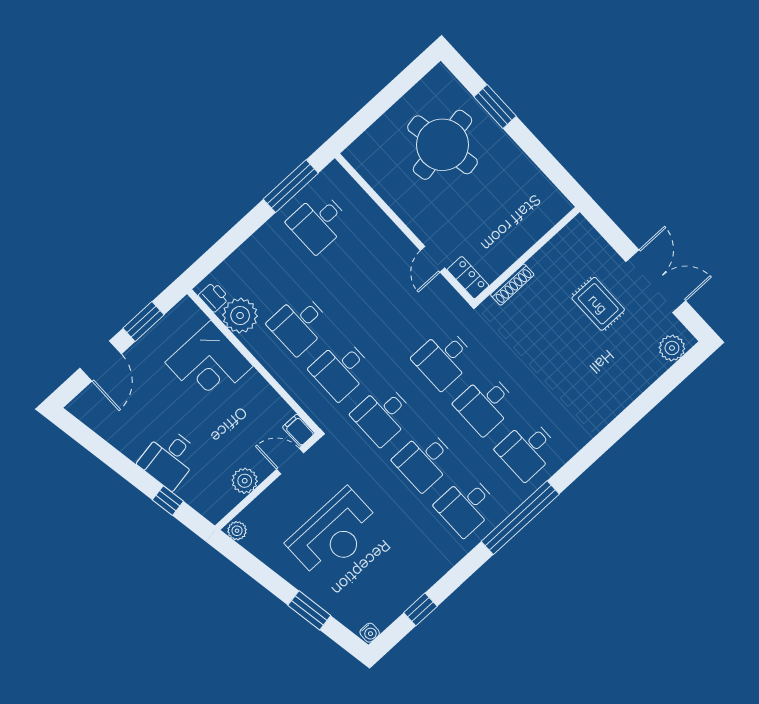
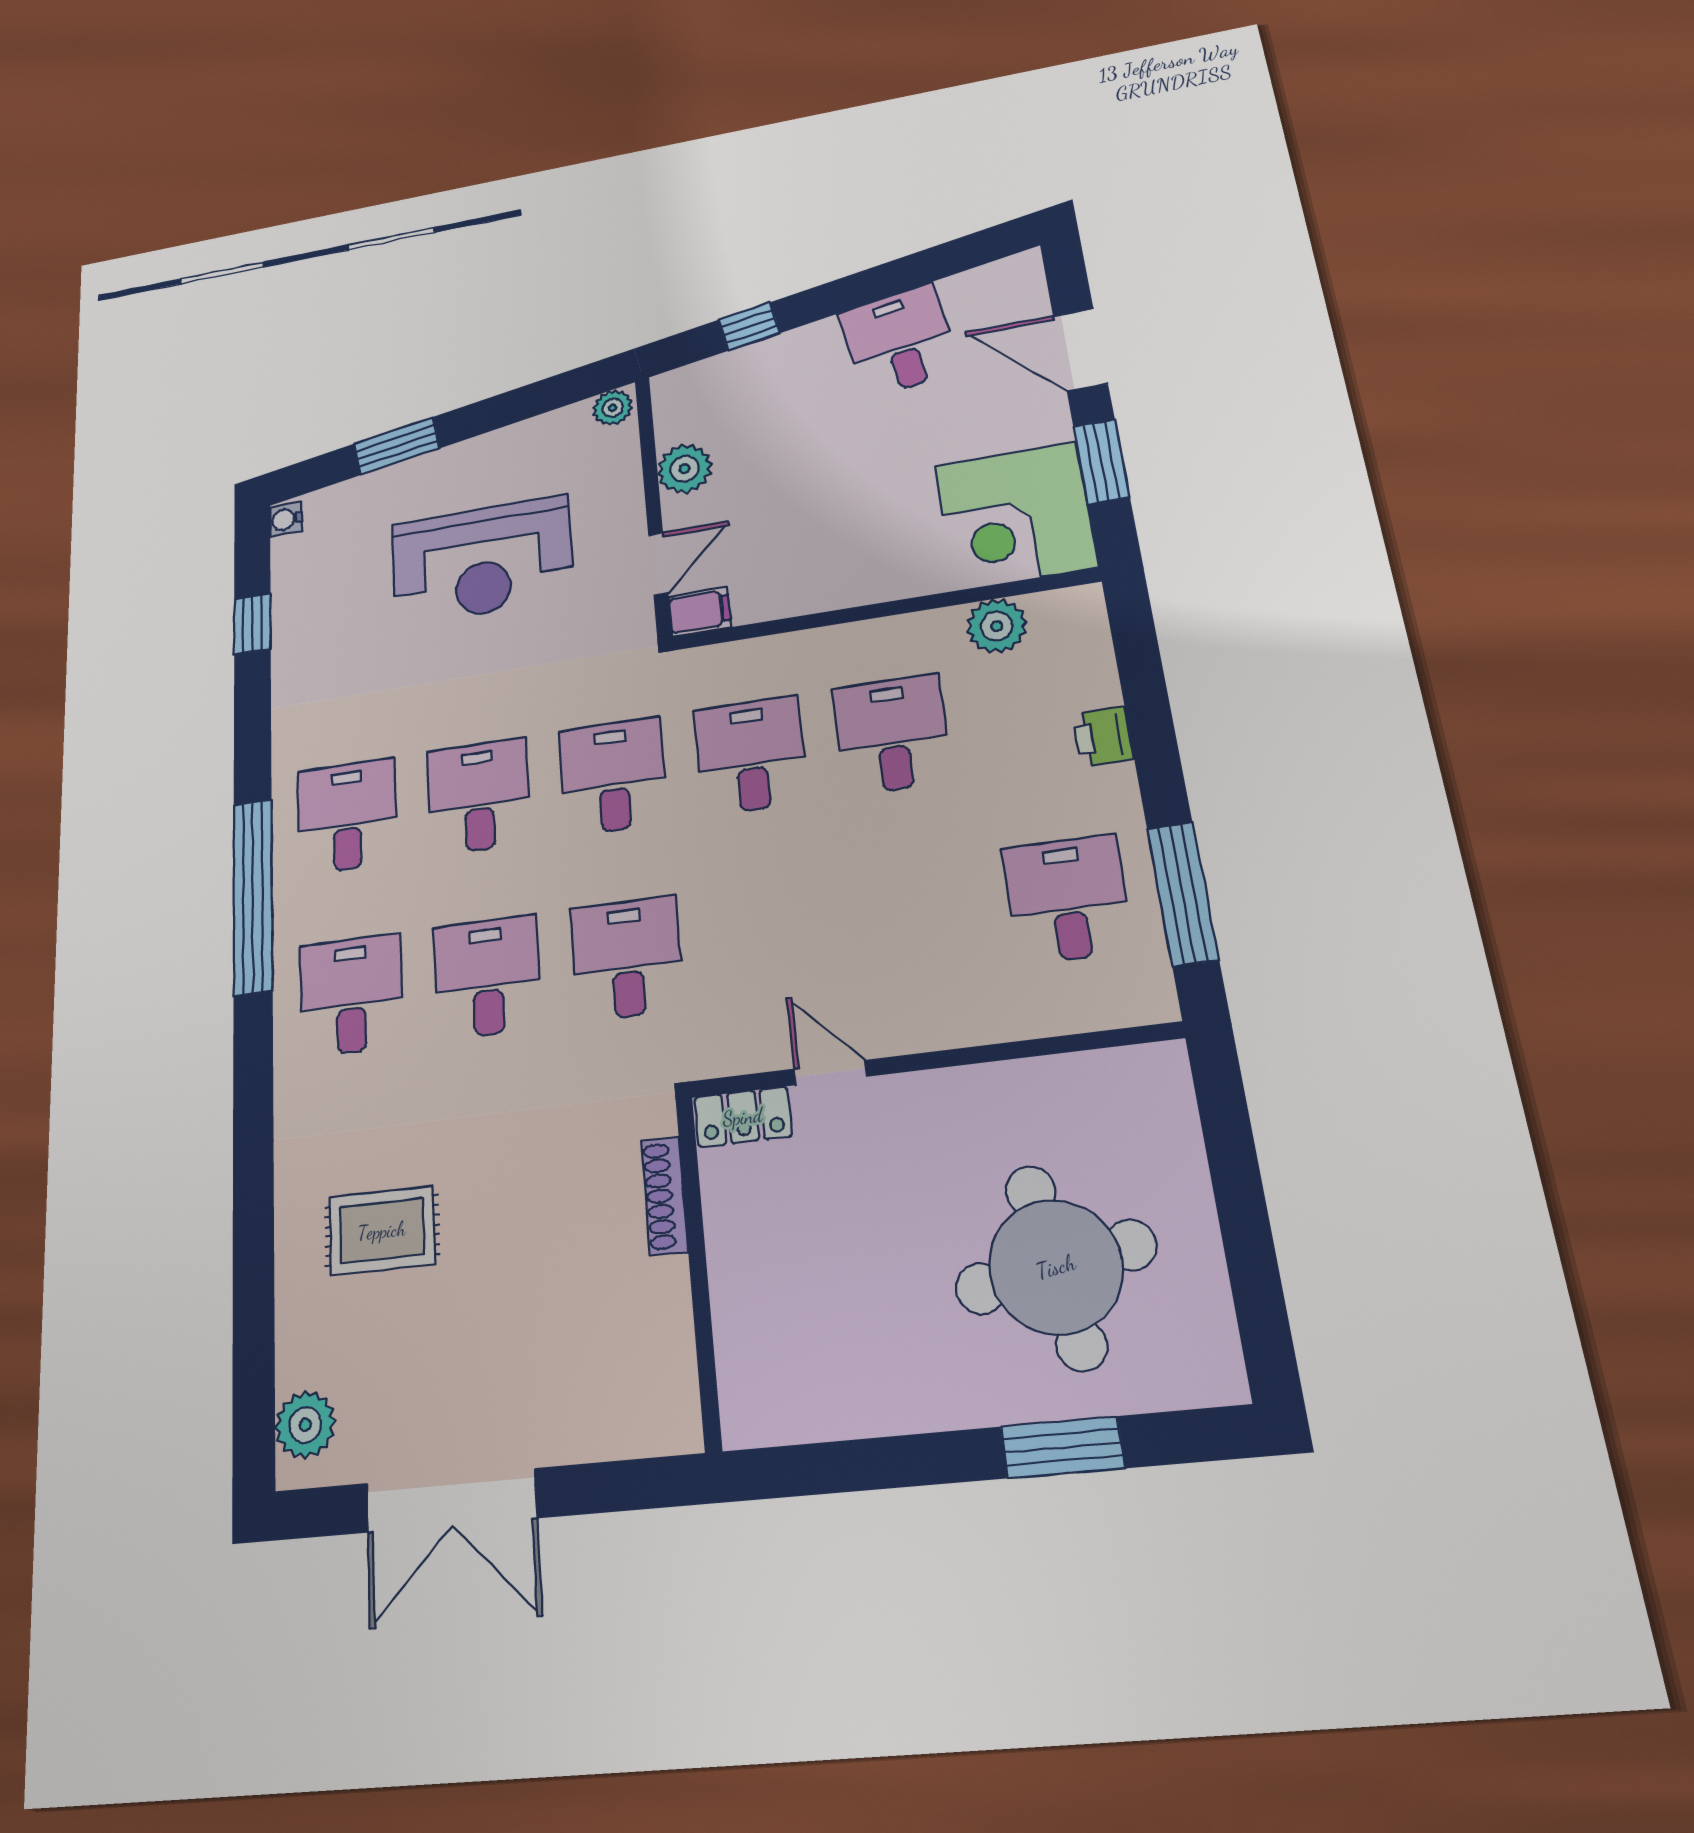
printer: (214, 297) -> (1103, 737), moved, turned 90
rug: (598, 304) -> (382, 1231), moved
plant: (240, 316) -> (997, 626), width x0.73, depth x0.73
corner desk: (209, 364) -> (1015, 516), moved, turned -90
desk: (169, 458) -> (900, 341), moved
reception desk: (334, 534) -> (482, 561), turned -90

